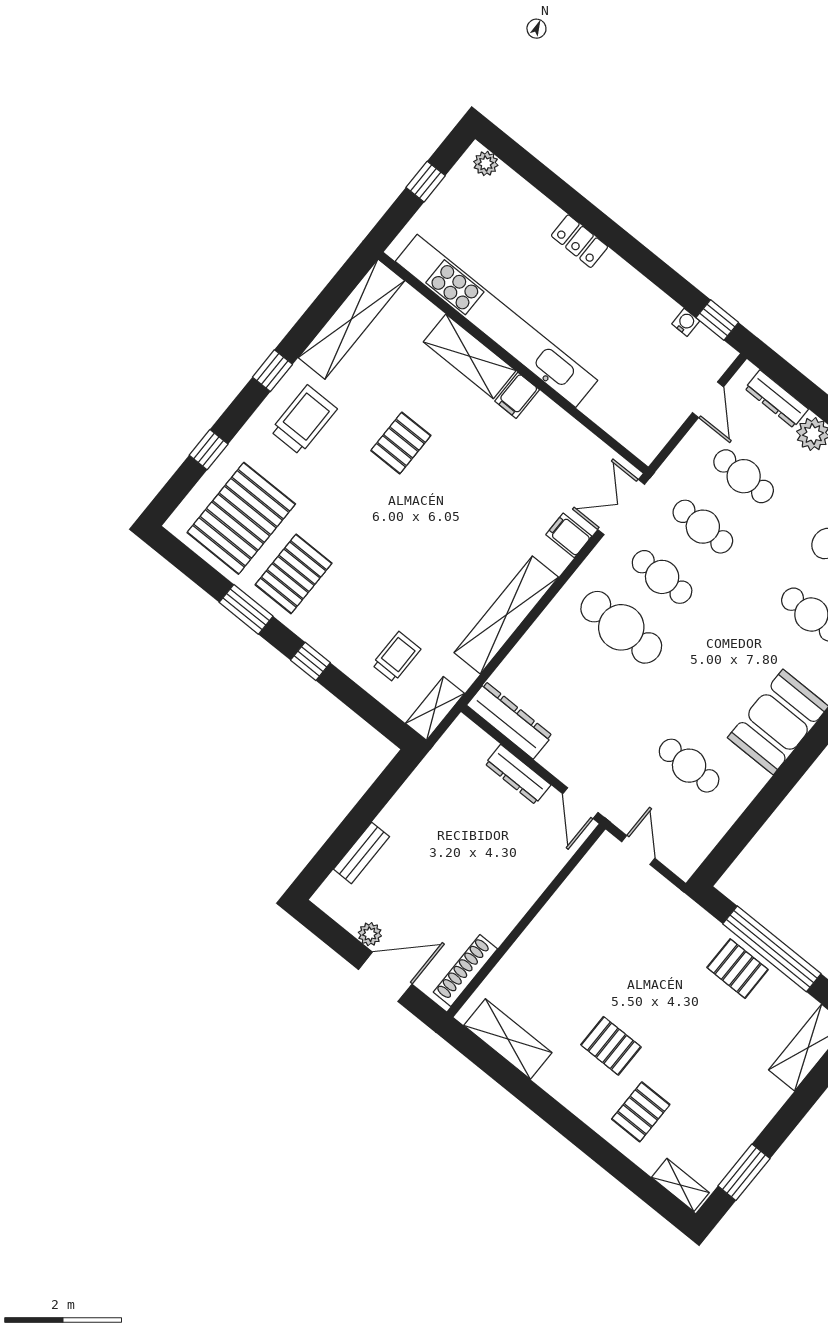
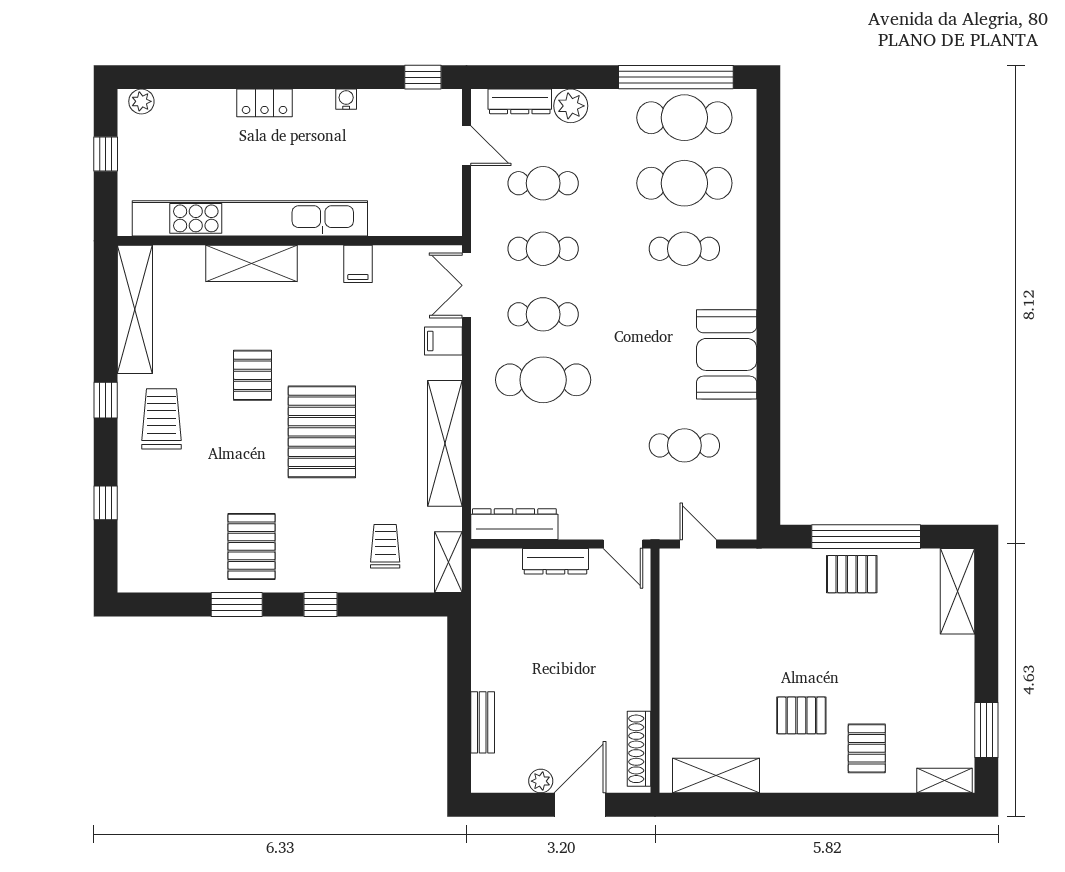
water cooler: (686, 322) -> (346, 99), moved
filing cabinet: (517, 395) -> (358, 264), moved
pallet: (241, 518) -> (322, 432), moved

